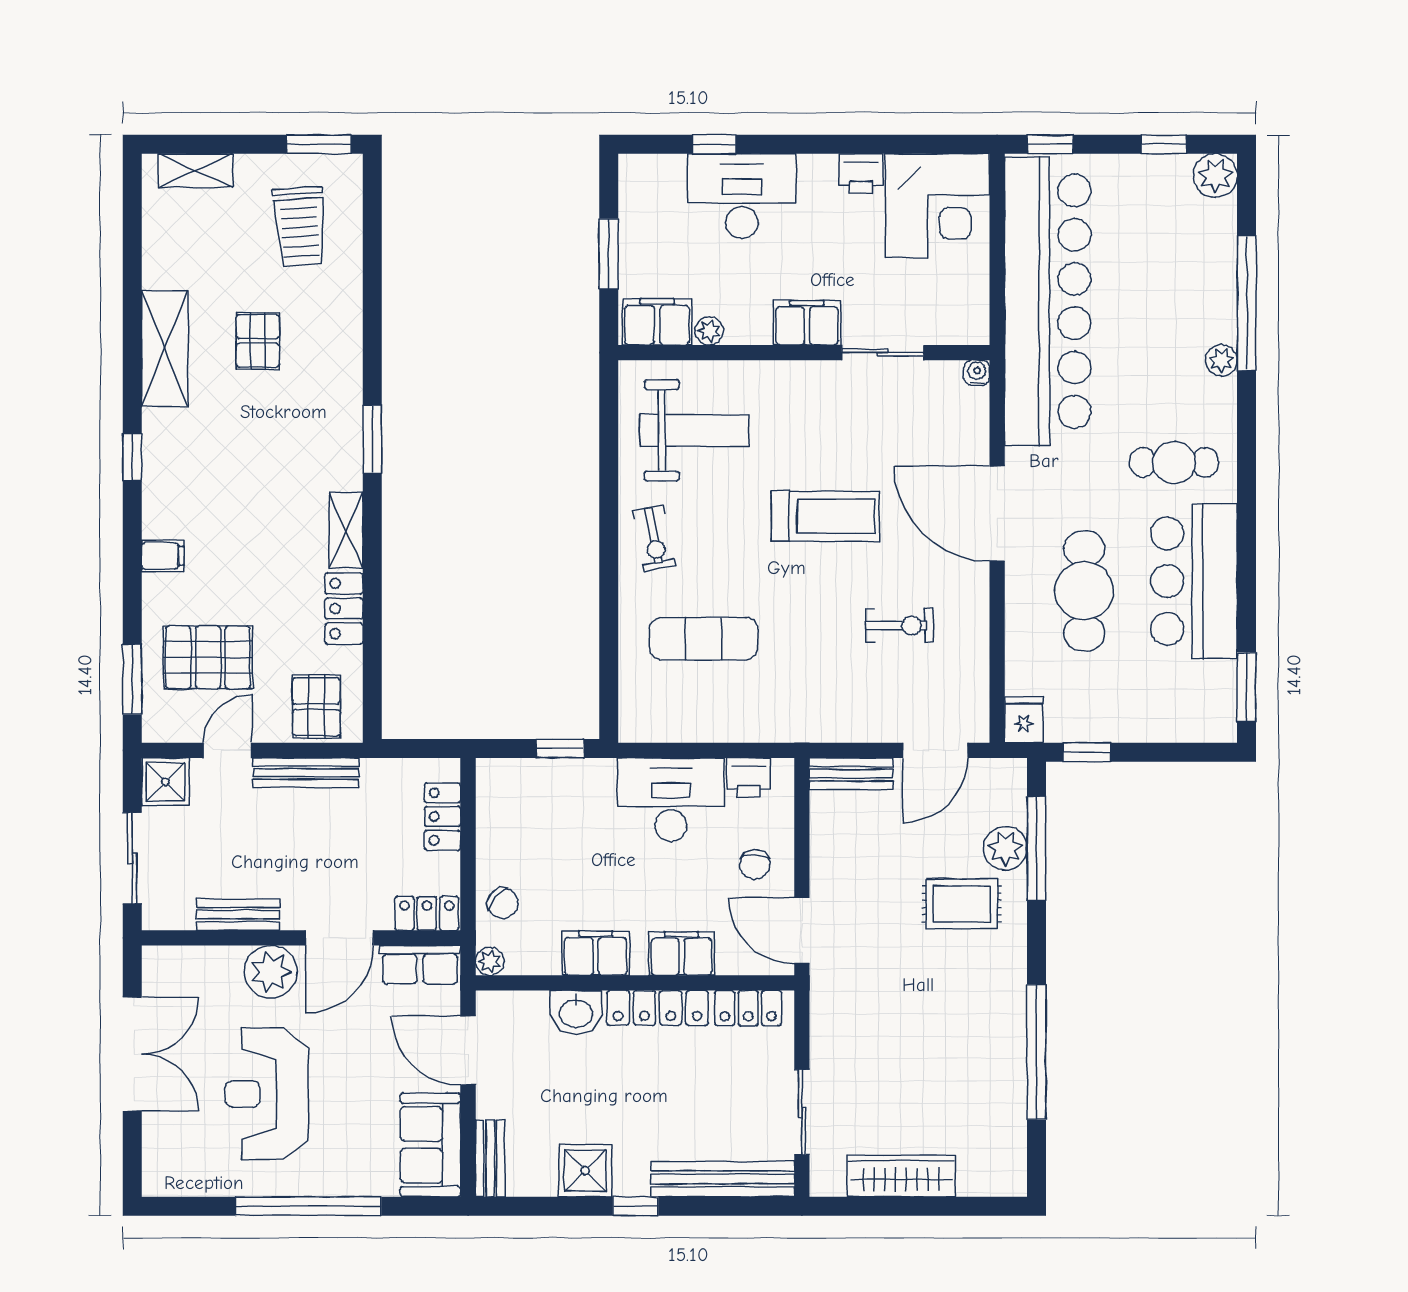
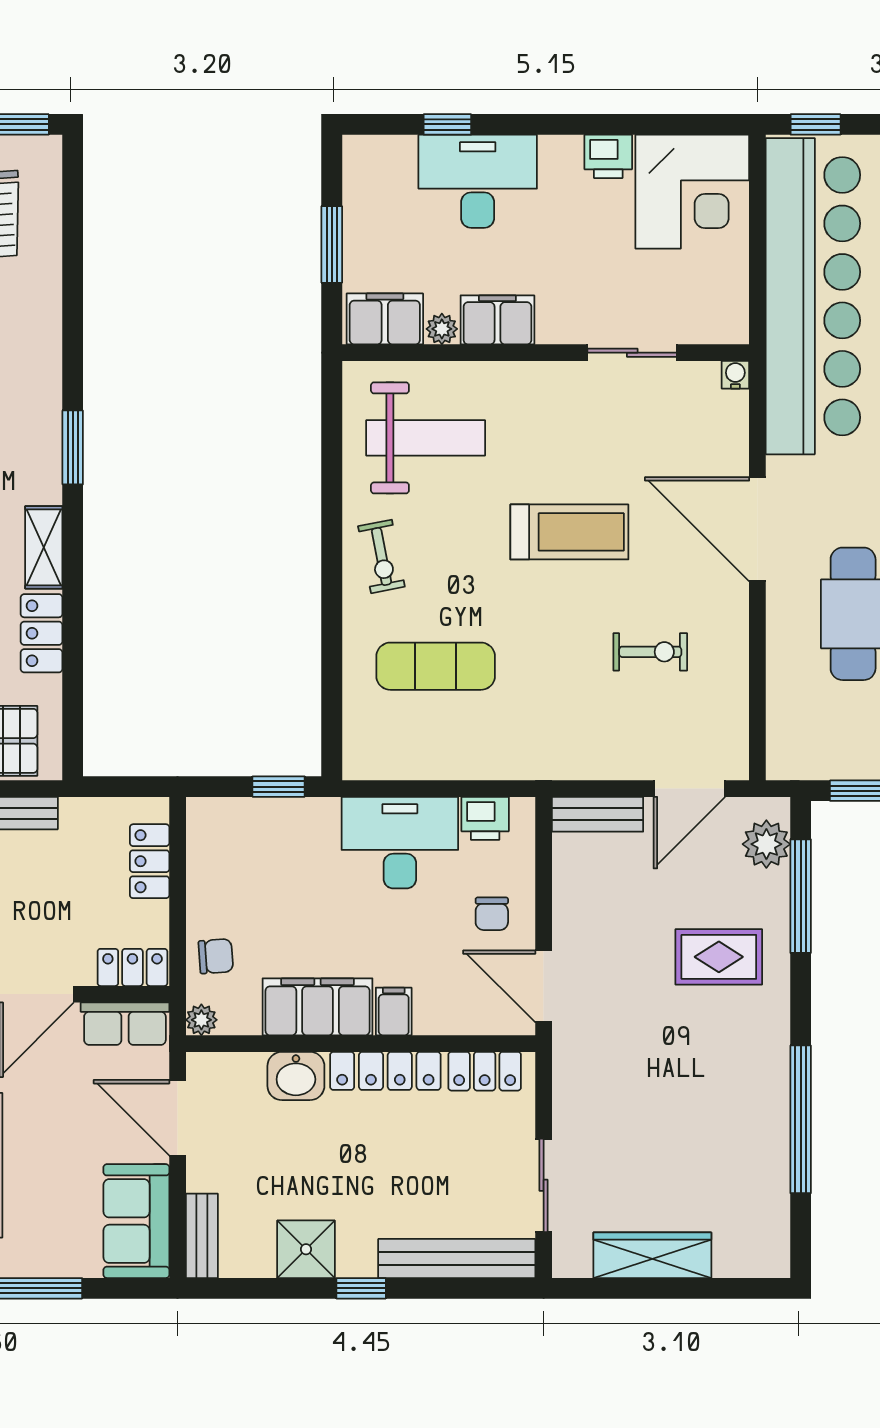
filing cabinet: (807, 323) -> (497, 320), moved
fridge: (1024, 720) -> (787, 755), removed
plant: (1005, 848) -> (766, 844), moved
chair: (503, 903) -> (216, 956), turned -44
filing cabinet: (596, 953) -> (318, 1007), width x1.50, depth x1.17
filing cabinet: (682, 954) -> (394, 1011), width x0.50

